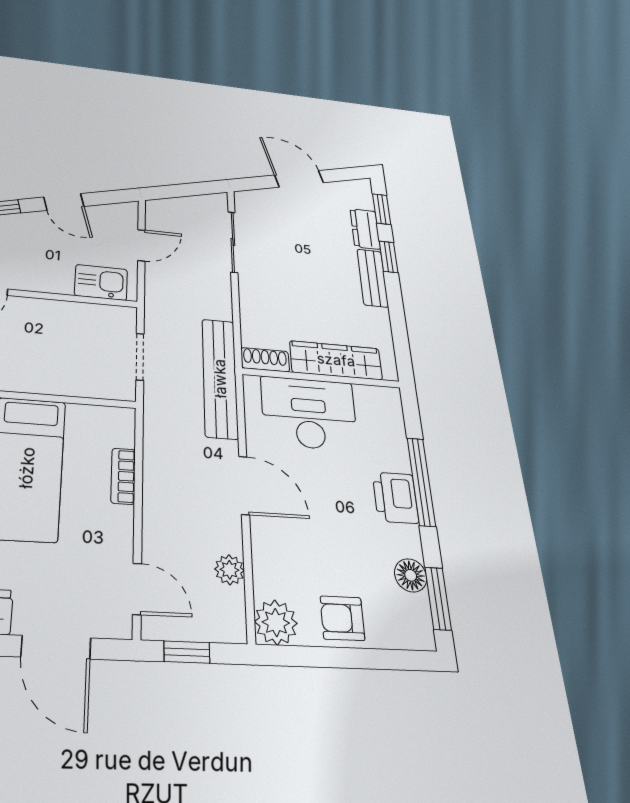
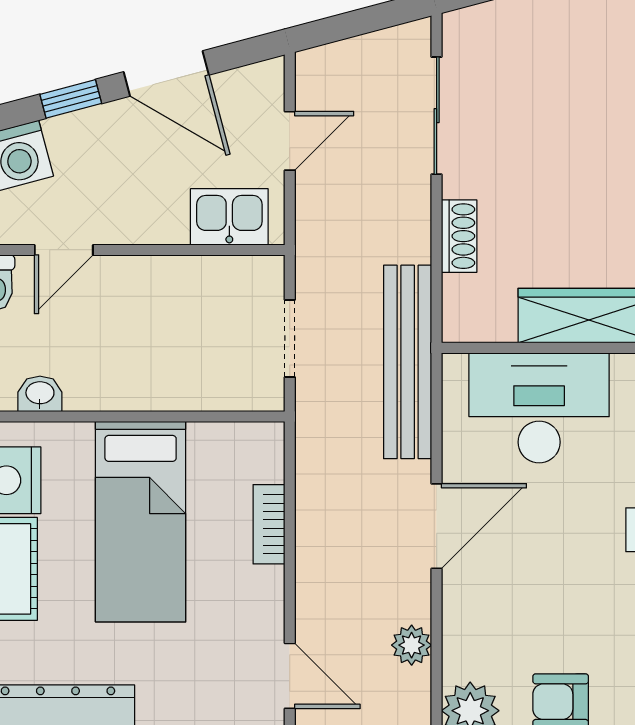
door: (64, 202) -> (166, 73), width x1.38
shoe rack: (265, 360) -> (459, 236), moved, turned 90
door: (244, 485) -> (437, 526), hinge flipped

